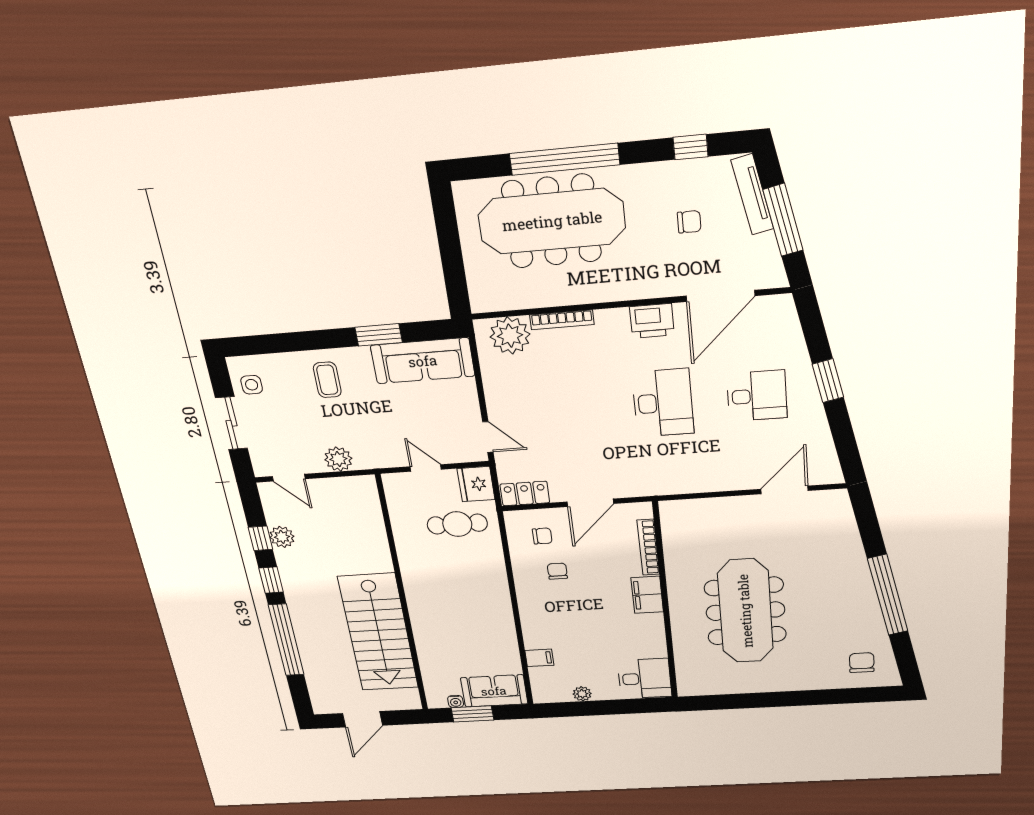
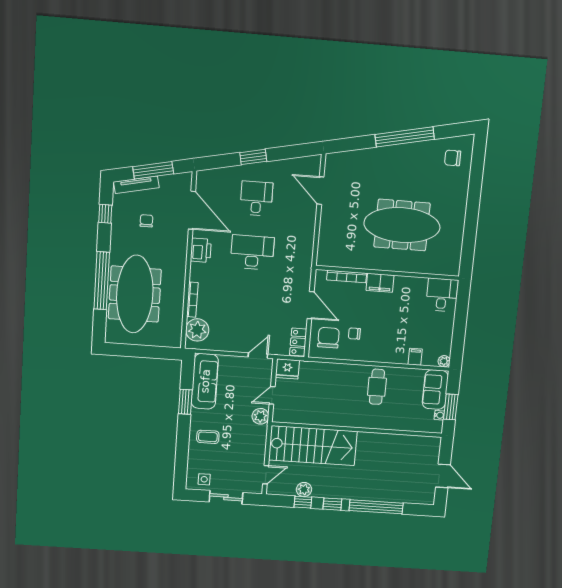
plant: (338, 459) -> (260, 416), moved
cafe table: (457, 524) -> (377, 387), moved
chair: (542, 536) -> (328, 338), width x1.87, depth x1.87
stairs: (378, 633) -> (313, 446), moved
plant: (582, 694) -> (444, 361), moved

